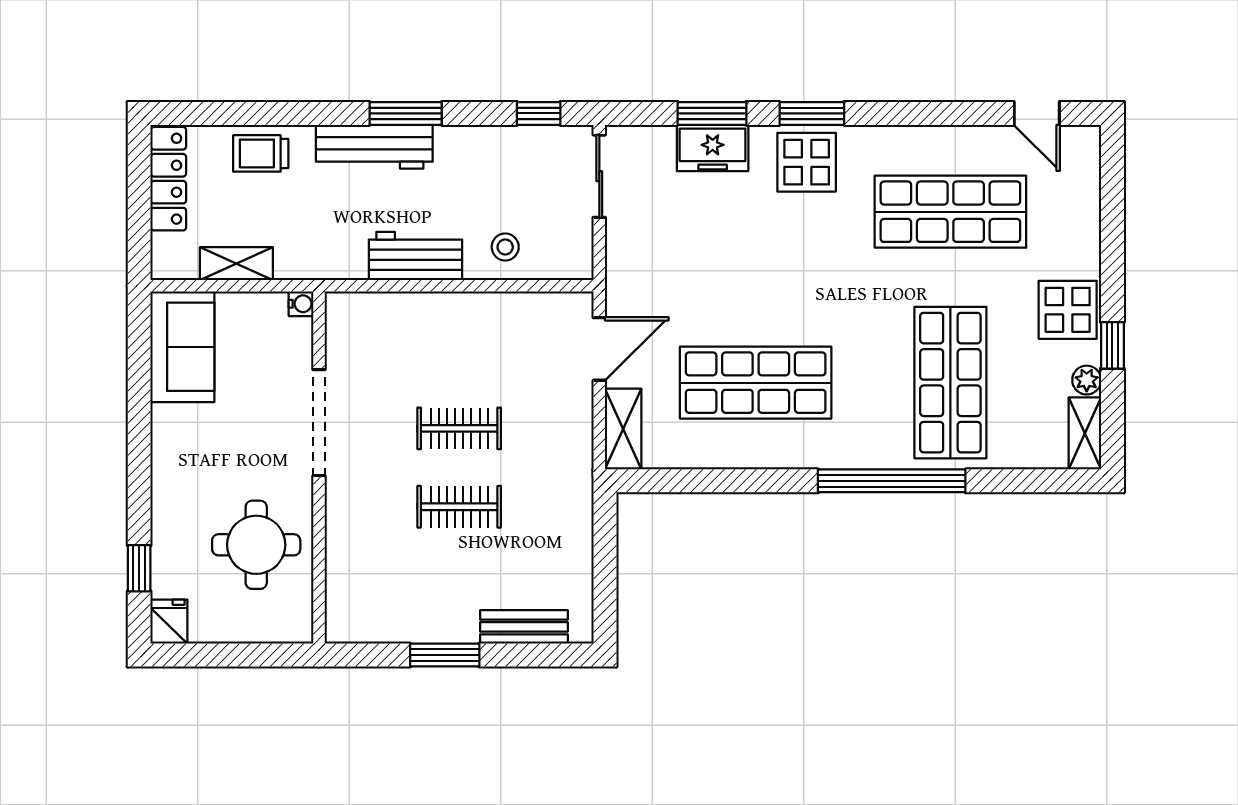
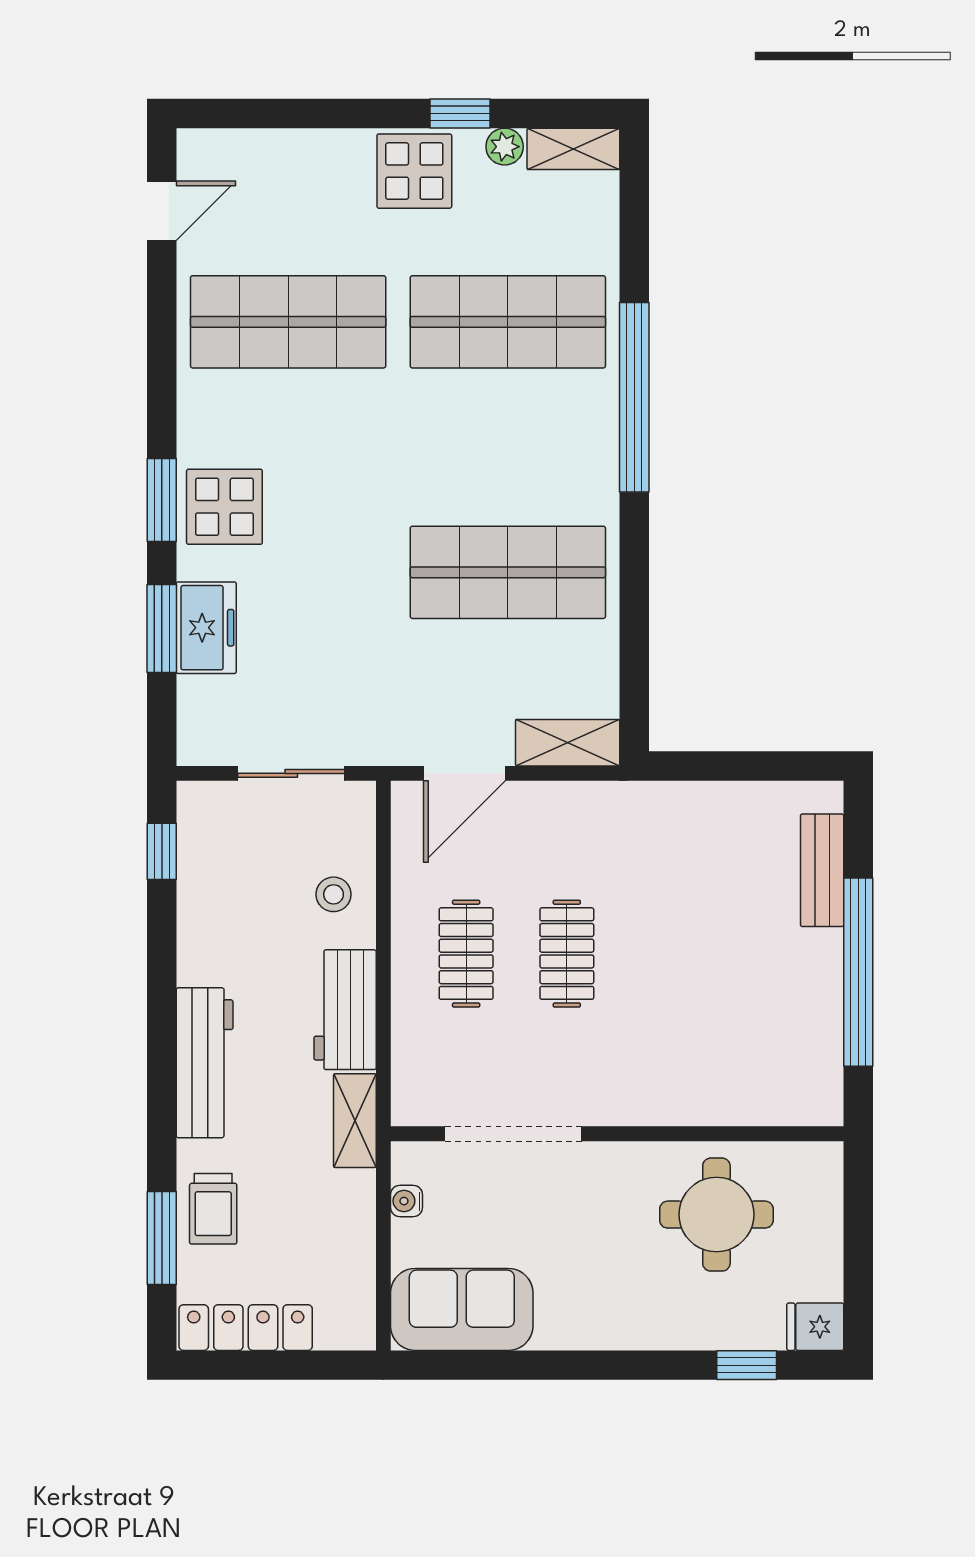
window: (406, 113) -> (162, 1238), moved
sliding door: (599, 176) -> (291, 773), moved
shop shelf: (950, 212) -> (288, 322), turned 90
shelving: (236, 264) -> (355, 1121), moved
water cooler: (301, 304) -> (407, 1201), moved, turned -90
door: (599, 349) -> (465, 773), swing flipped
shop shelf: (756, 383) -> (508, 572), turned 90
doorway: (319, 423) -> (513, 1134), moved
clothes rail: (459, 507) -> (466, 954), moved
window: (445, 655) -> (858, 972), width x2.11

